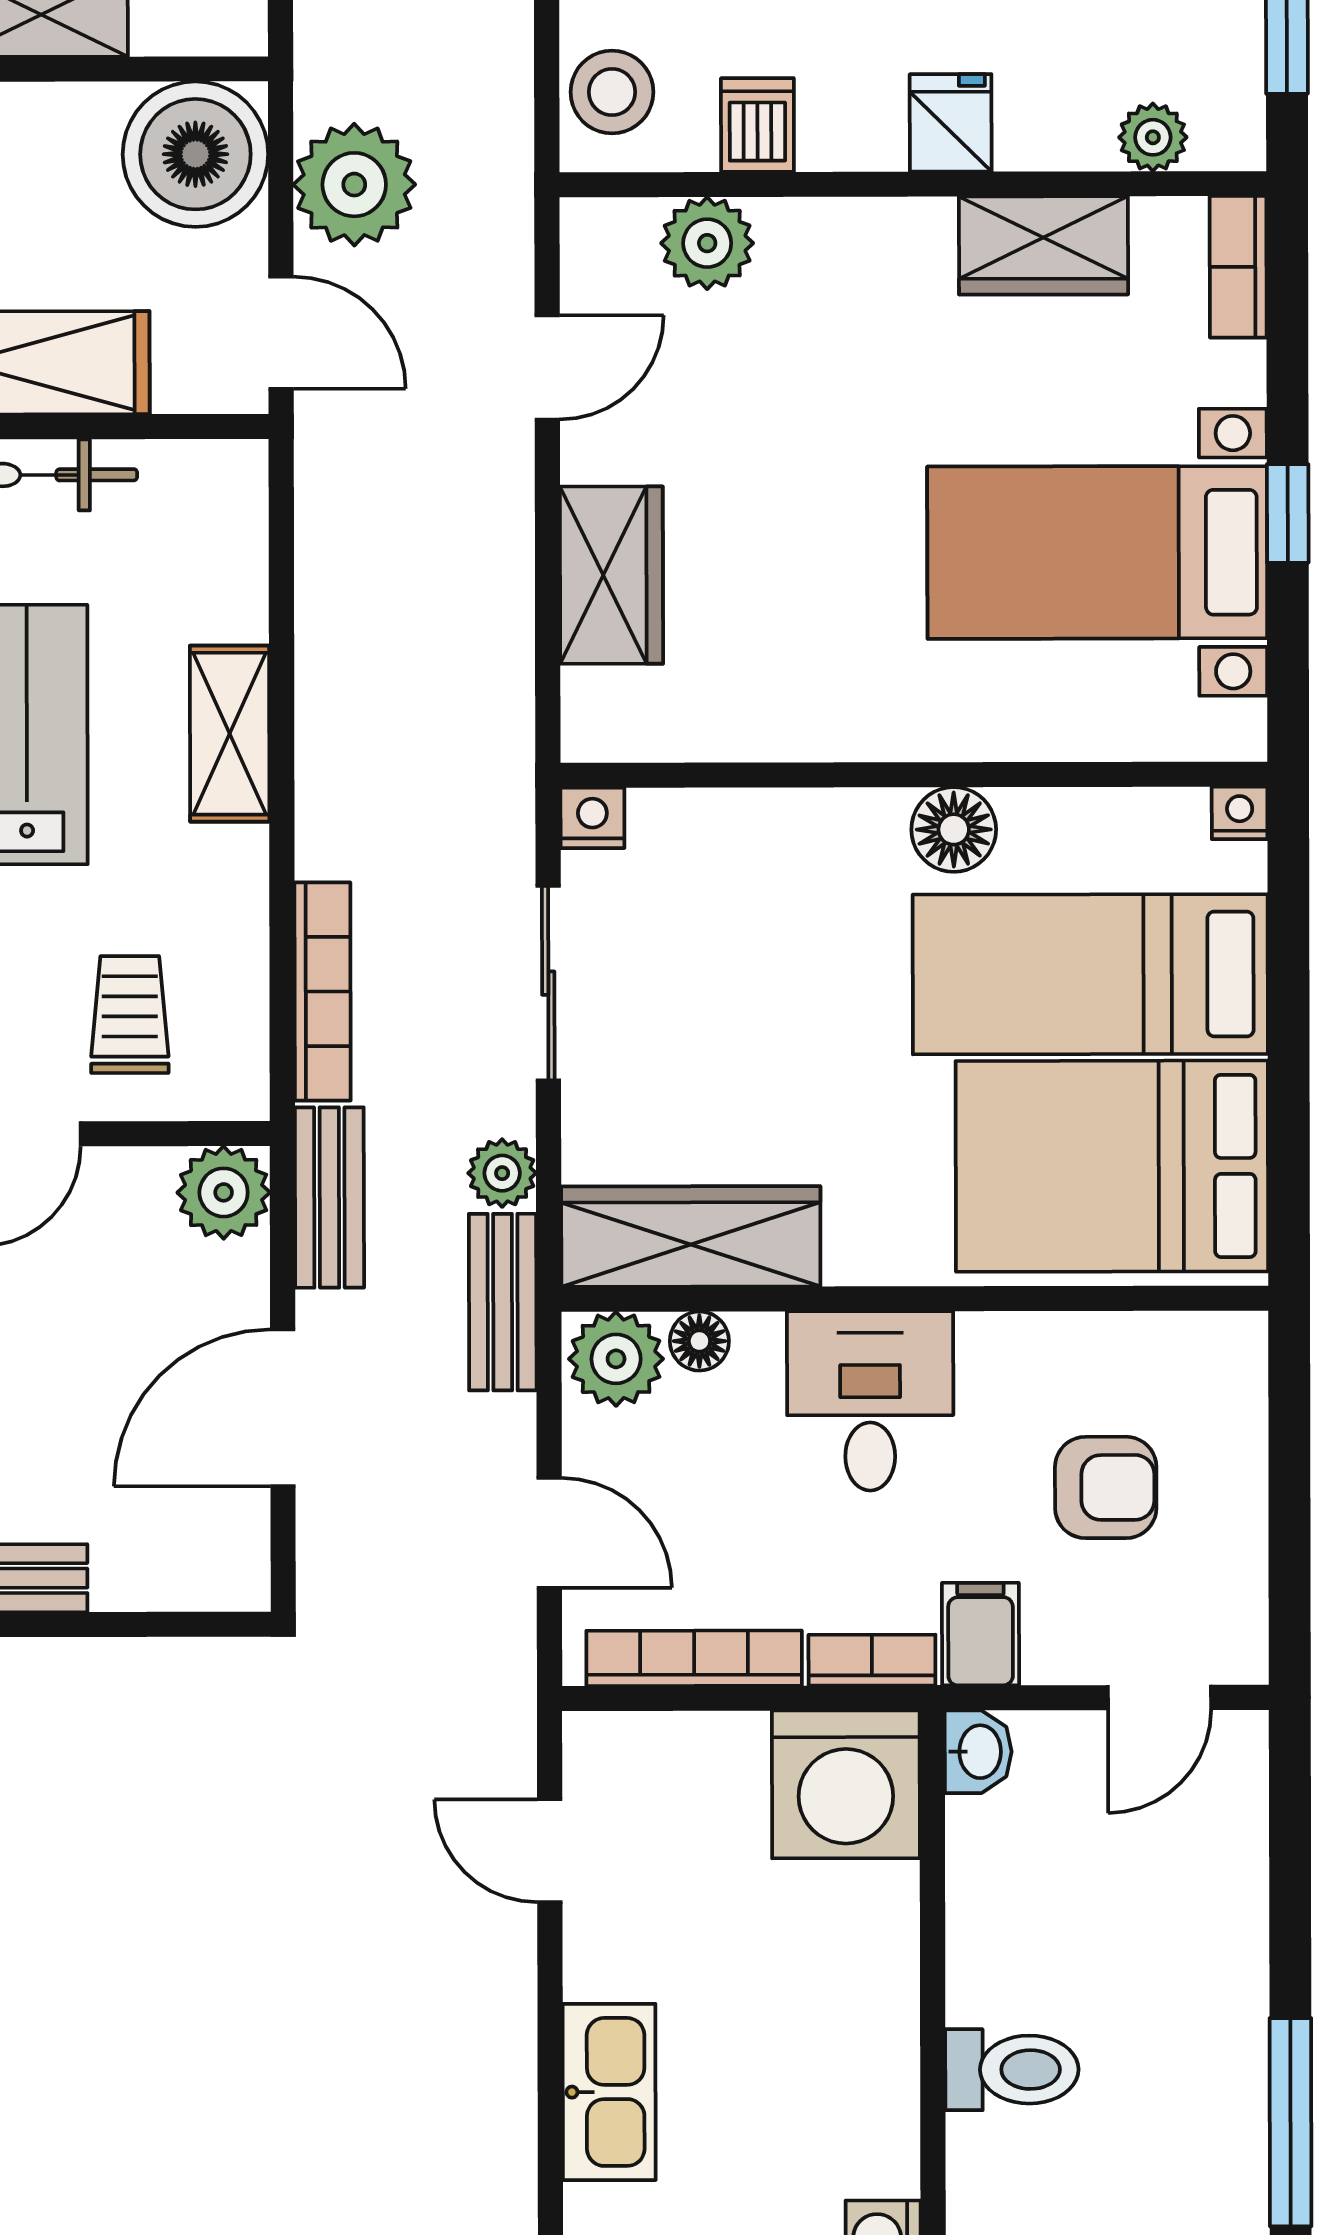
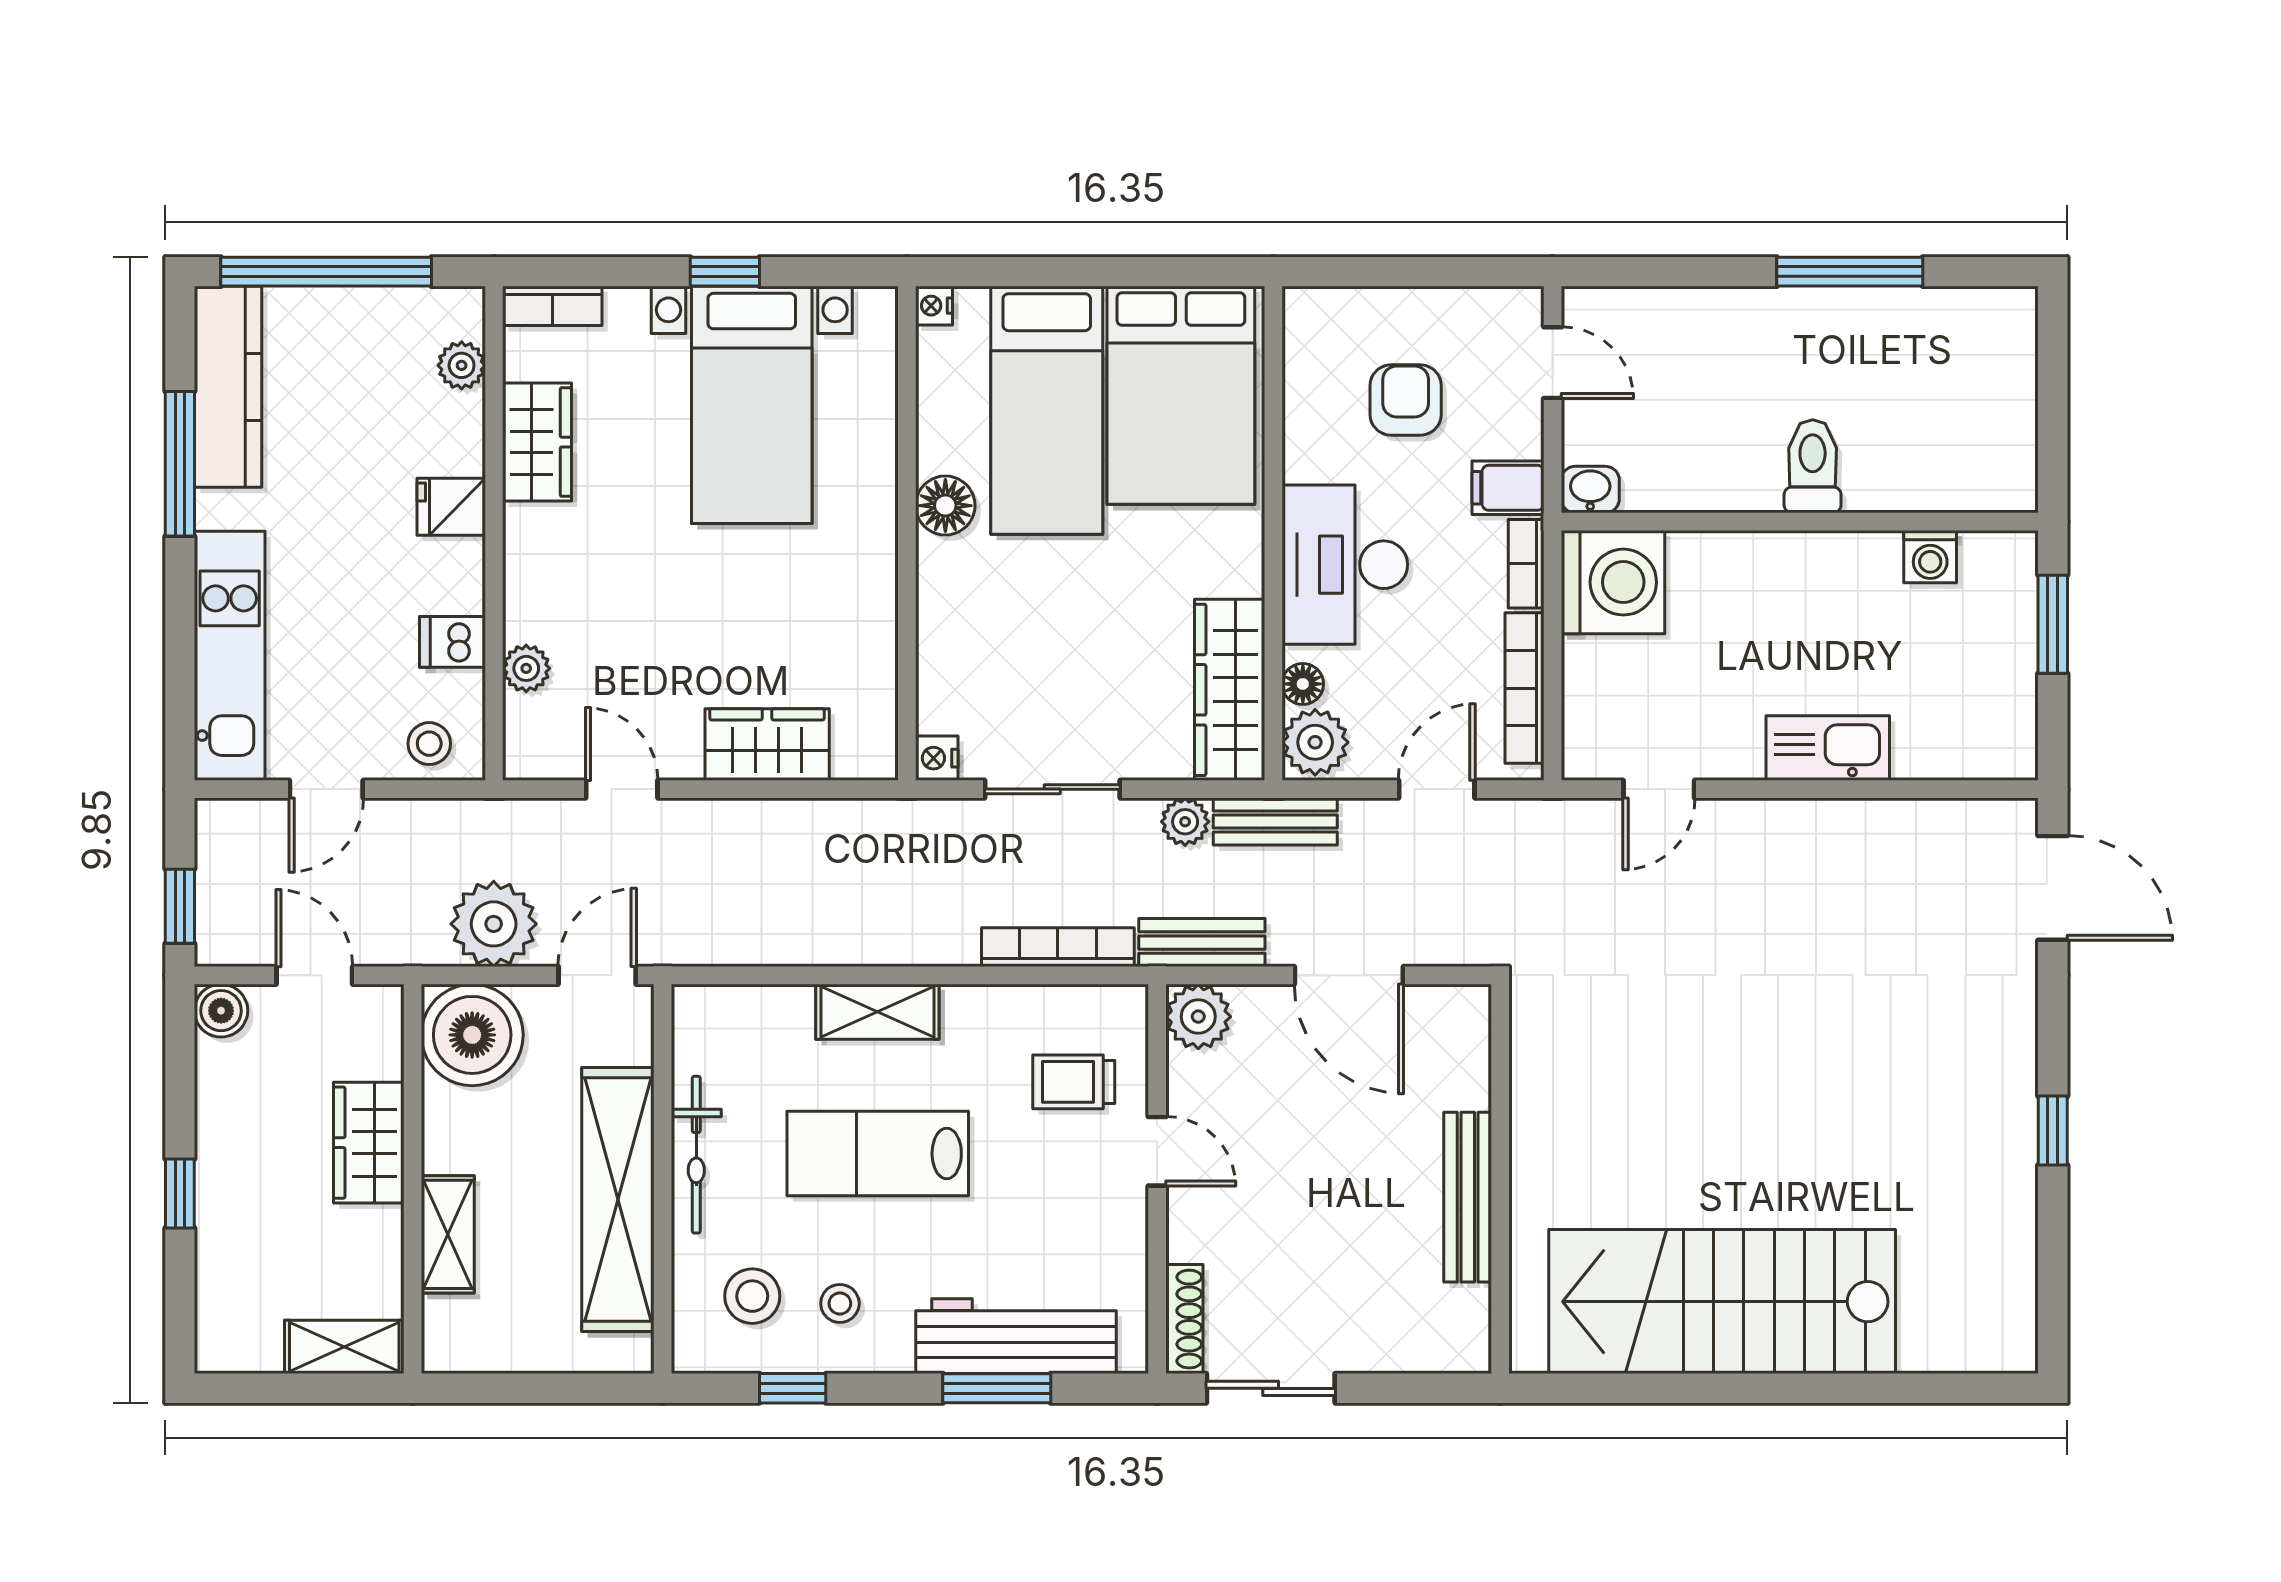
stool: (612, 92) -> (429, 744), width x0.73, depth x0.73
plant: (707, 243) -> (526, 668), width x0.73, depth x0.73
desk: (870, 1401) -> (1345, 565), width x1.37

